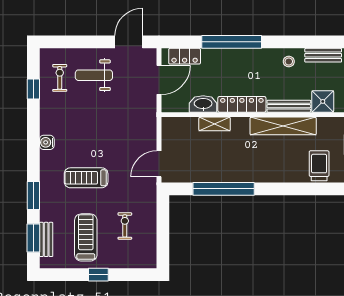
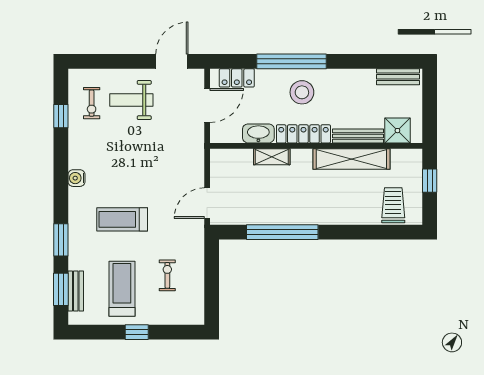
stool: (289, 62) -> (302, 92), moved, width x1.89, depth x1.89
exercise bike: (60, 78) -> (92, 103), turned 180

